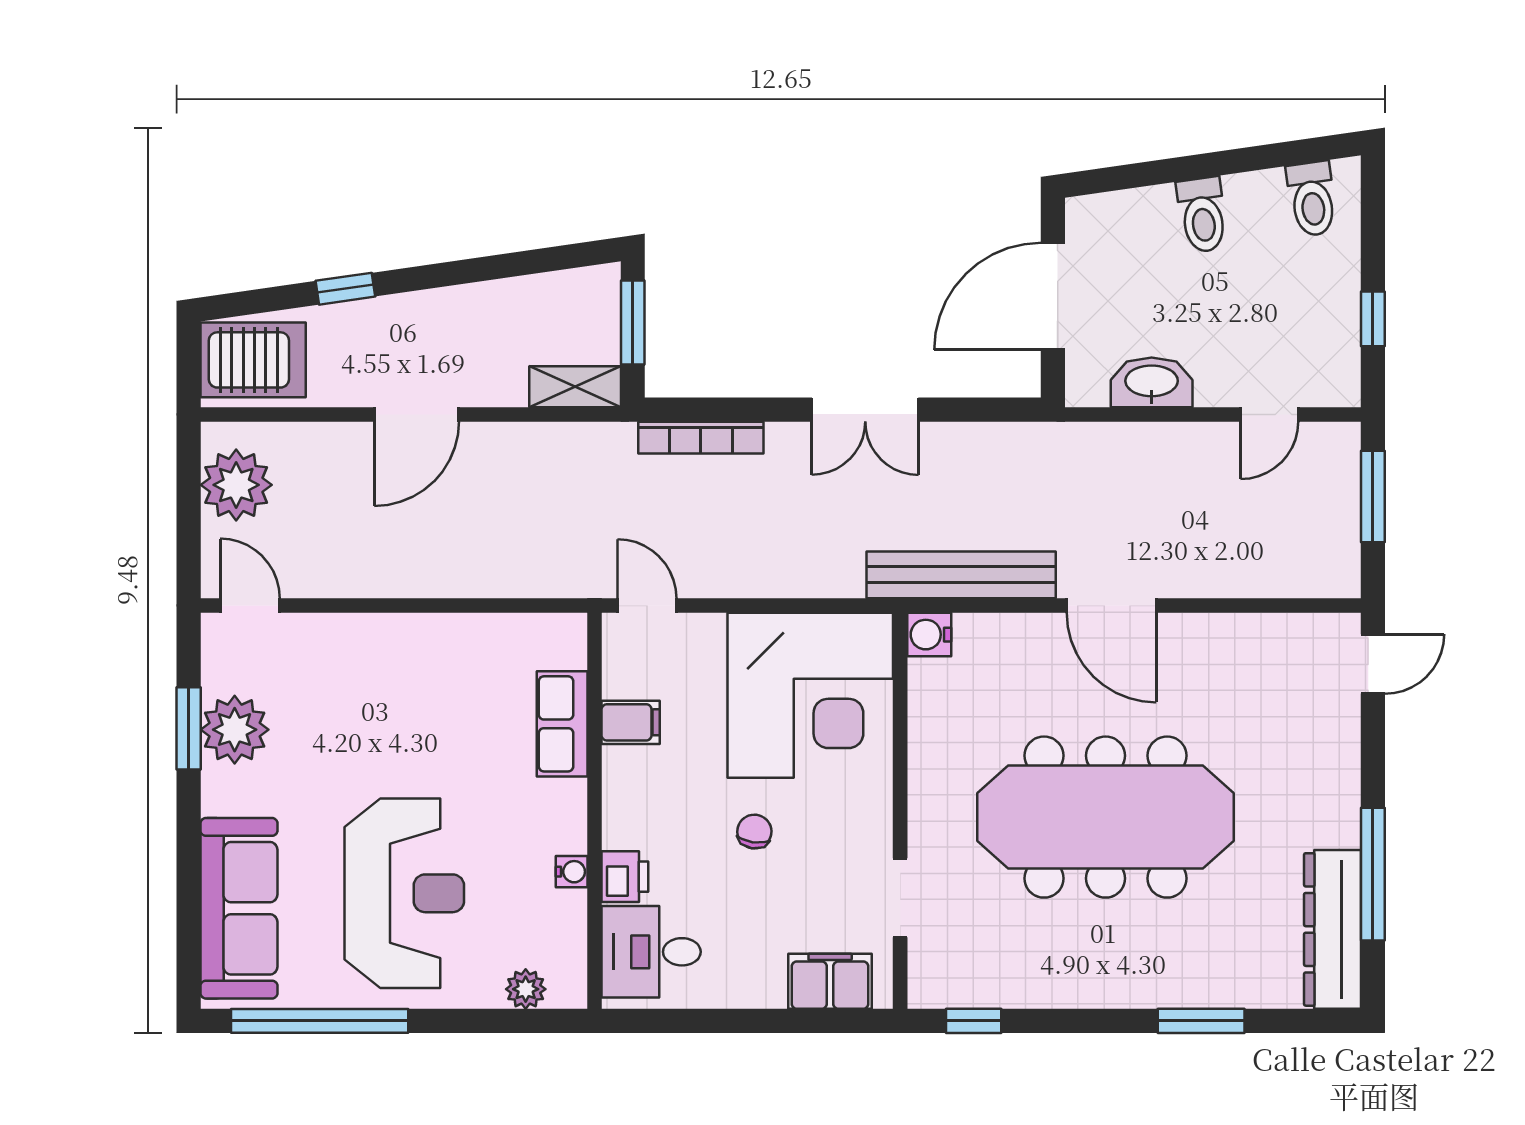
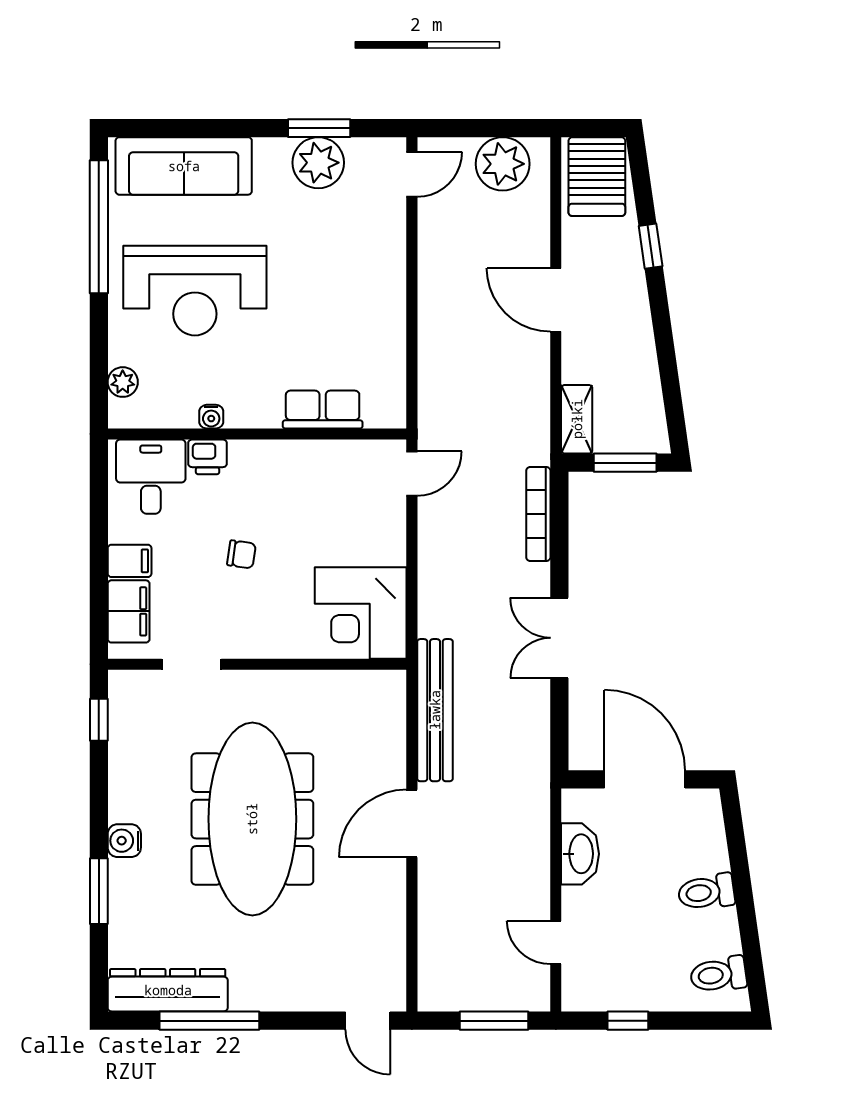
water cooler: (929, 635) -> (124, 841), moved, turned -90
corner desk: (810, 695) -> (361, 613), width x0.74, depth x0.74
filing cabinet: (631, 722) -> (130, 561), moved, turned -90

